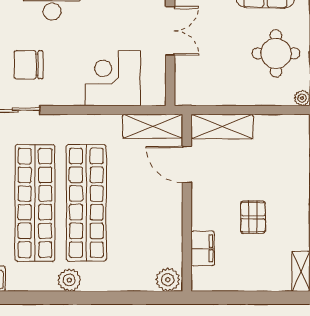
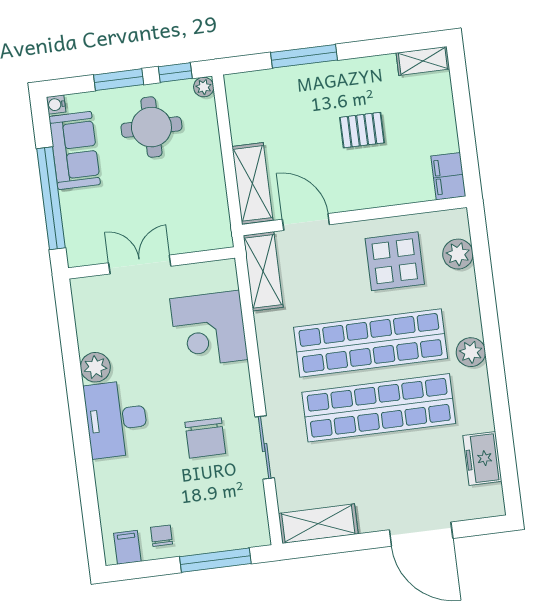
door: (187, 164) -> (306, 222), swing flipped
display table: (148, 230) -> (395, 261), added
filing cabinet: (203, 248) -> (448, 176), moved, turned -90
plant: (168, 280) -> (458, 254), moved

